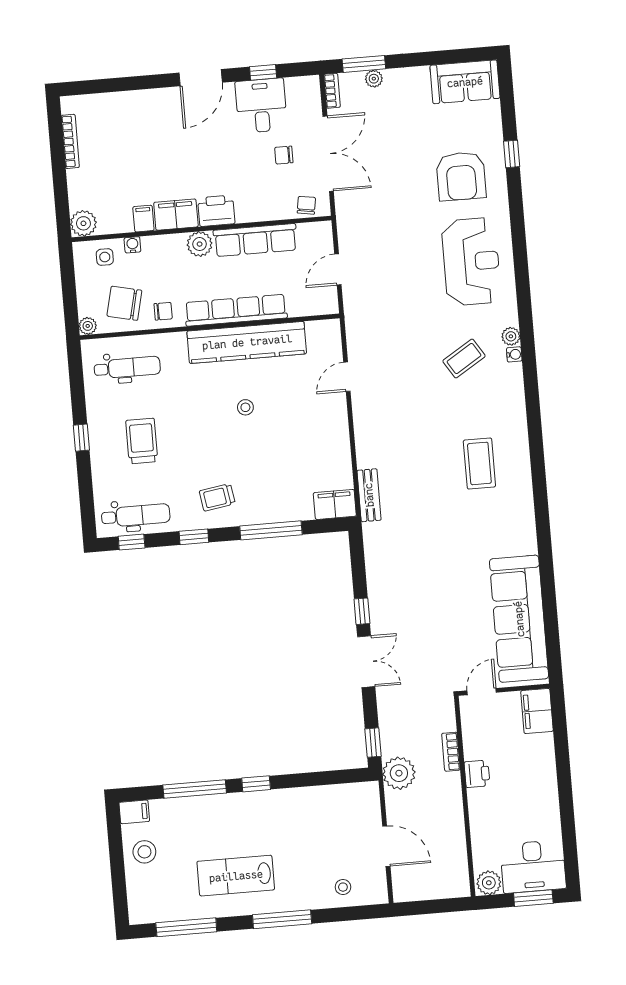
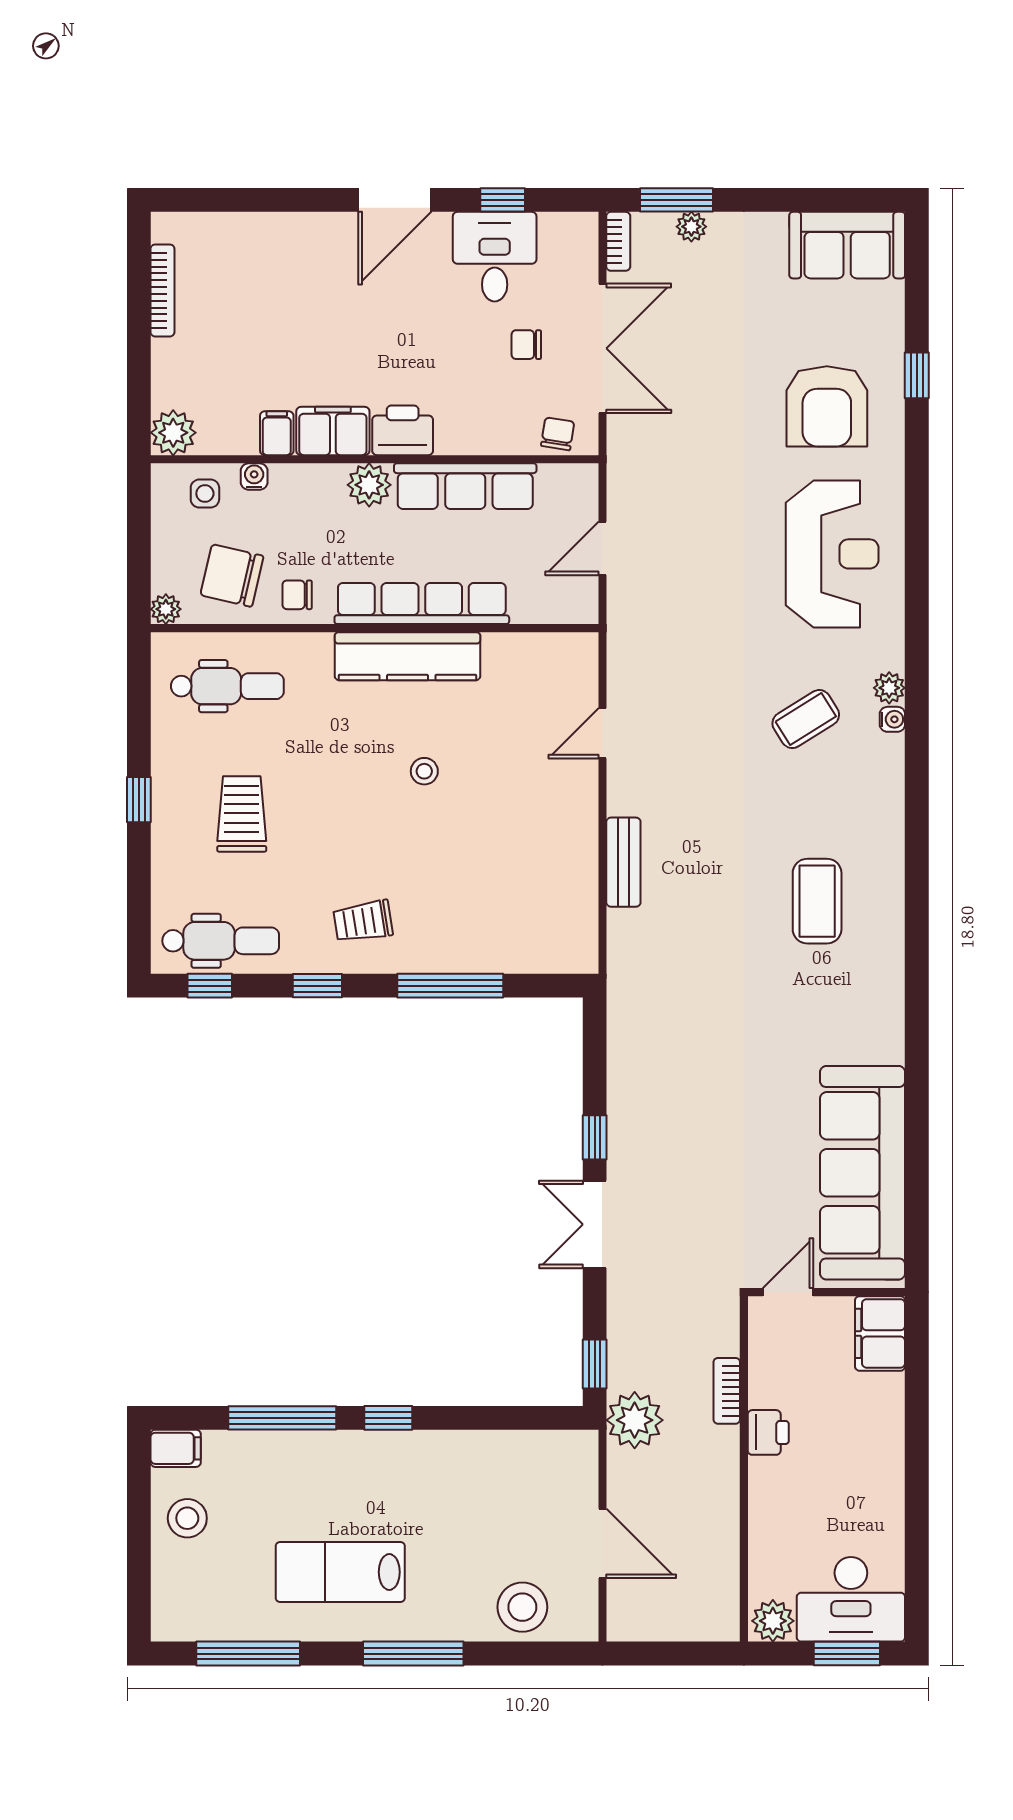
chair: (163, 311) -> (297, 595), turned 180
kitchen counter: (247, 342) -> (407, 656), width x0.72, depth x0.86
bench: (369, 495) -> (623, 862), moved
filing cabinet: (335, 504) -> (563, 950), removed
double door: (366, 662) -> (595, 1224), swing flipped
stool: (343, 887) -> (522, 1607), width x1.89, depth x1.89

